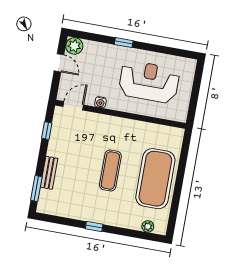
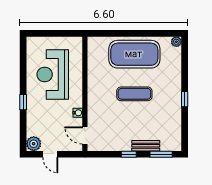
door: (59, 63) -> (50, 154), swing flipped
window: (47, 131) -> (129, 154), moved
plant: (148, 226) -> (176, 42), moved

